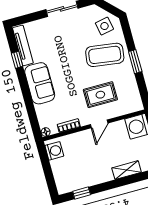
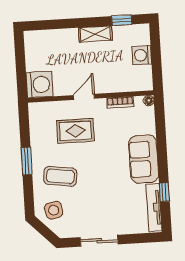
coffee table: (105, 55) -> (60, 176), width x0.73, depth x0.76
washing machine: (54, 151) -> (142, 55), moved
shelving: (127, 170) -> (95, 34), moved

